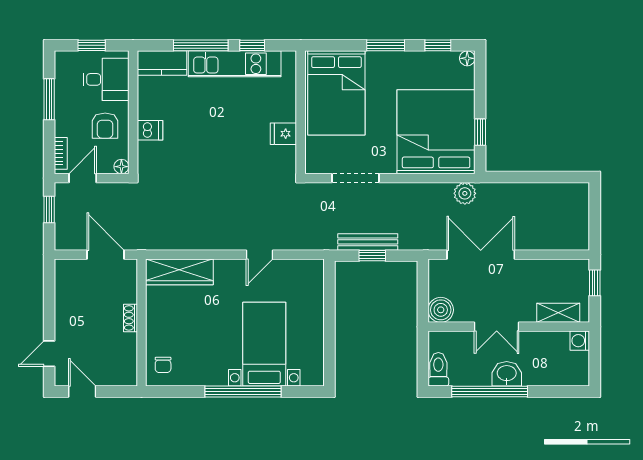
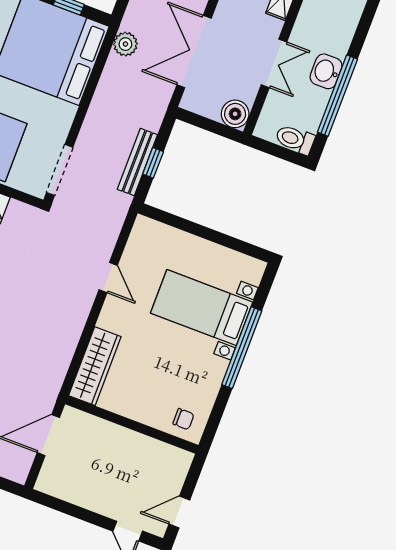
doorway: (356, 178) -> (60, 170), moved
shoe rack: (130, 318) -> (123, 434), removed

